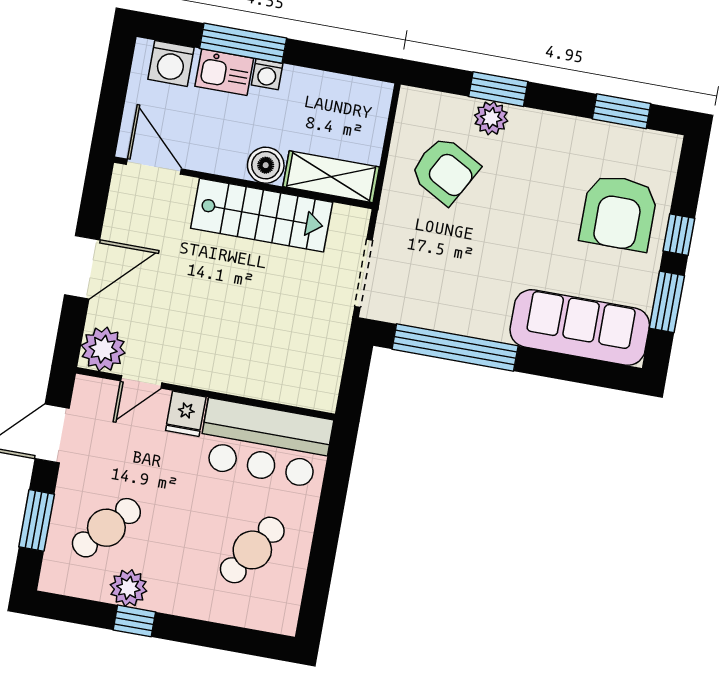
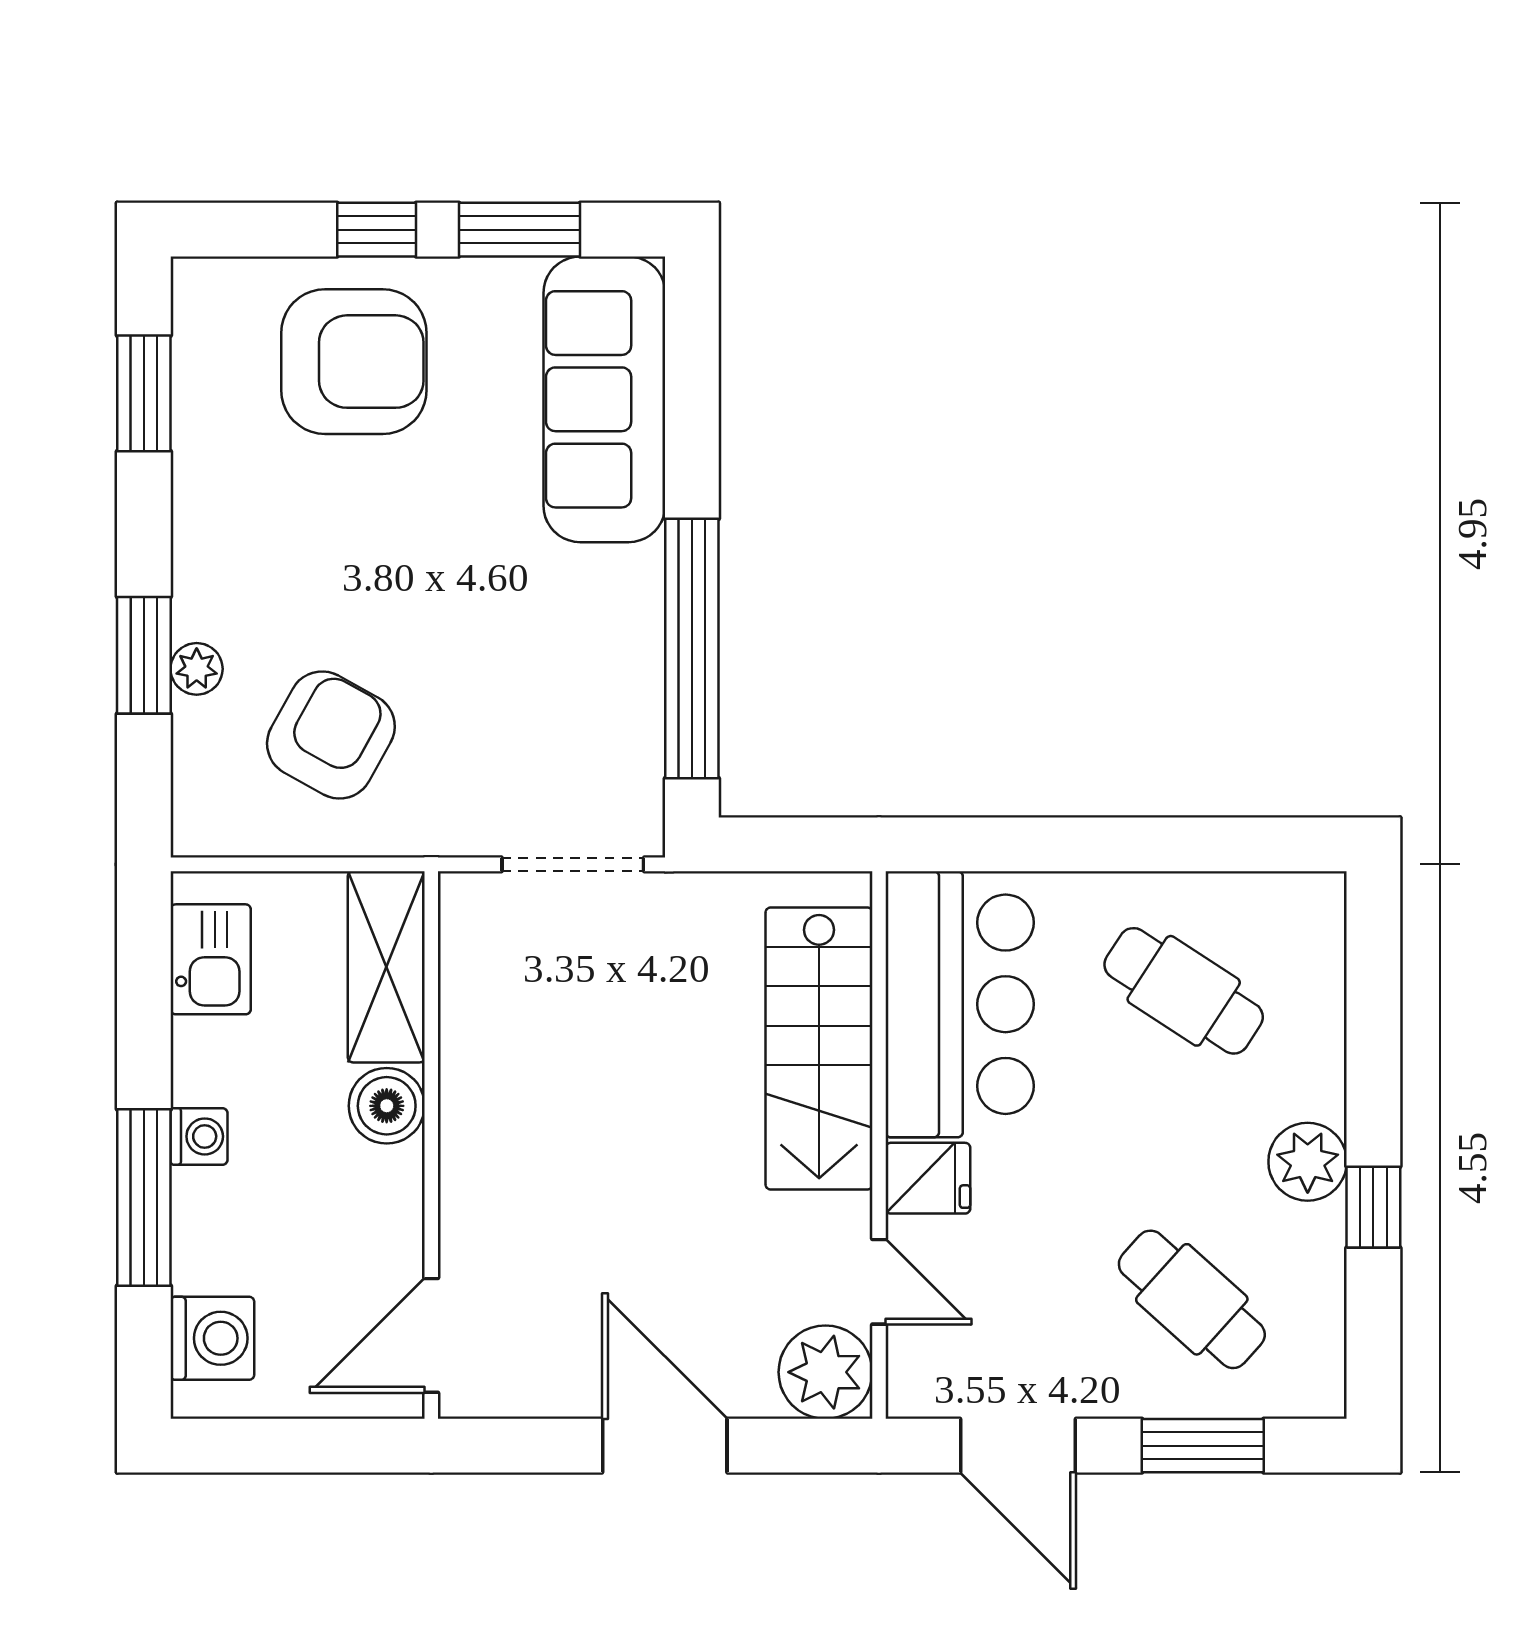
kitchen sink: (224, 72) -> (211, 959), moved
plant: (491, 118) -> (197, 669), width x0.73, depth x0.73
stairs: (262, 215) -> (819, 1049), moved, turned 180
plant: (128, 588) -> (1308, 1162), moved

